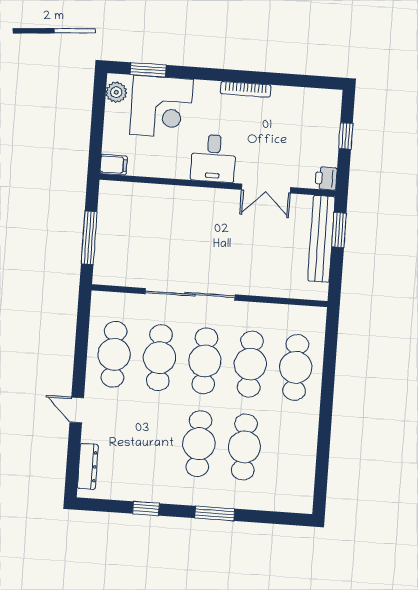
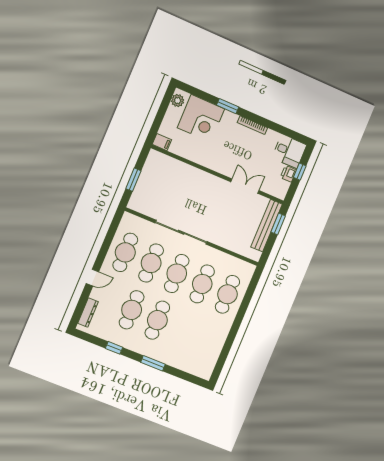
window: (148, 70) -> (228, 106), moved
desk: (213, 158) -> (289, 151), moved, turned -90
printer: (326, 178) -> (288, 174), moved
double door: (266, 189) -> (245, 186), swing flipped
window: (89, 238) -> (133, 180), width x0.69
door: (77, 410) -> (92, 278), swing flipped
cafe table: (244, 447) -> (132, 310), moved

